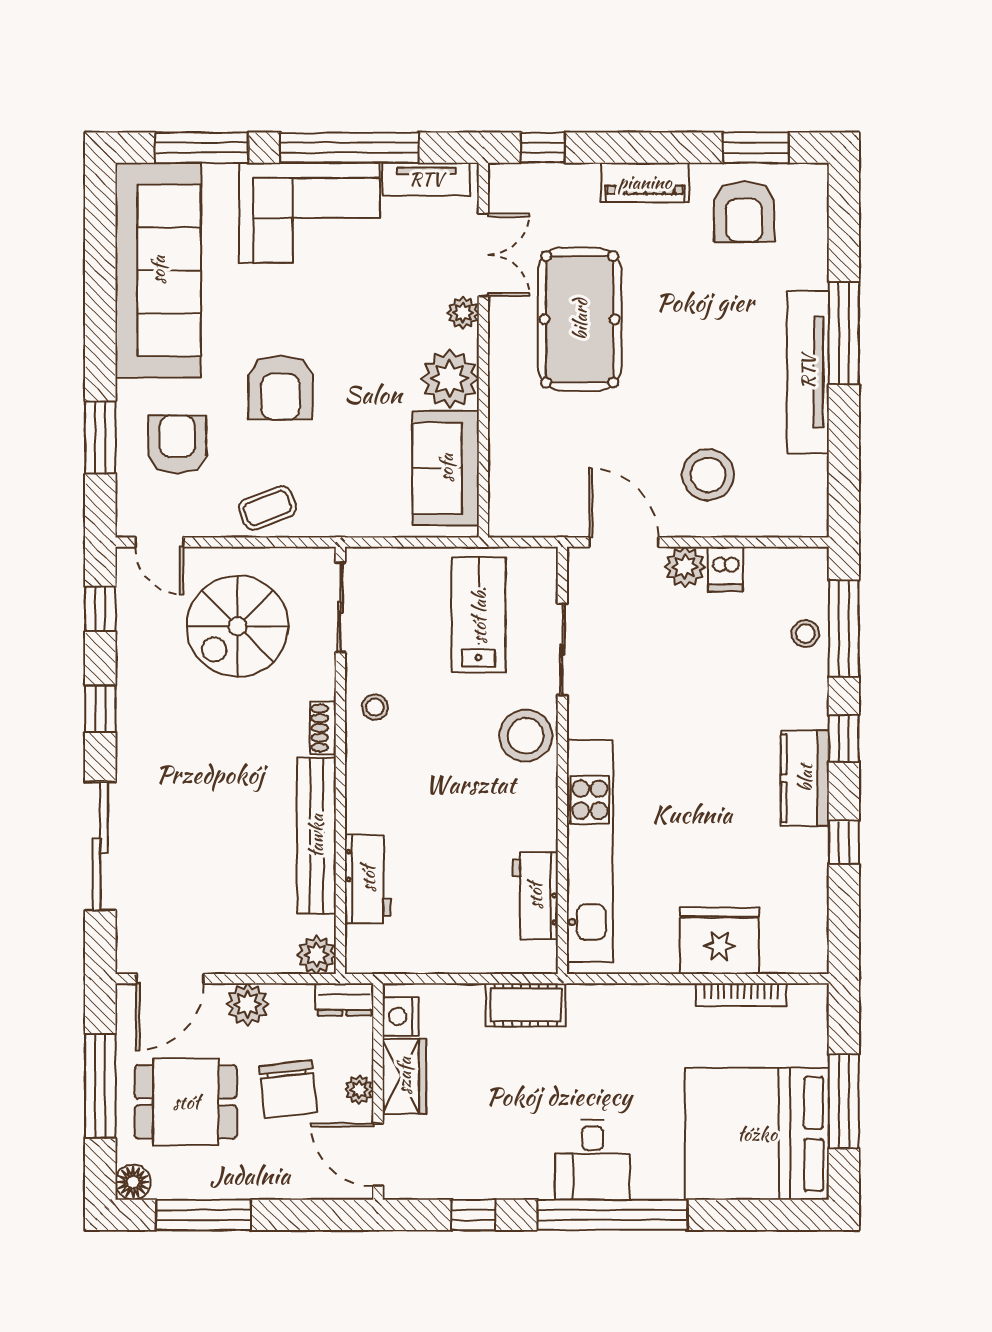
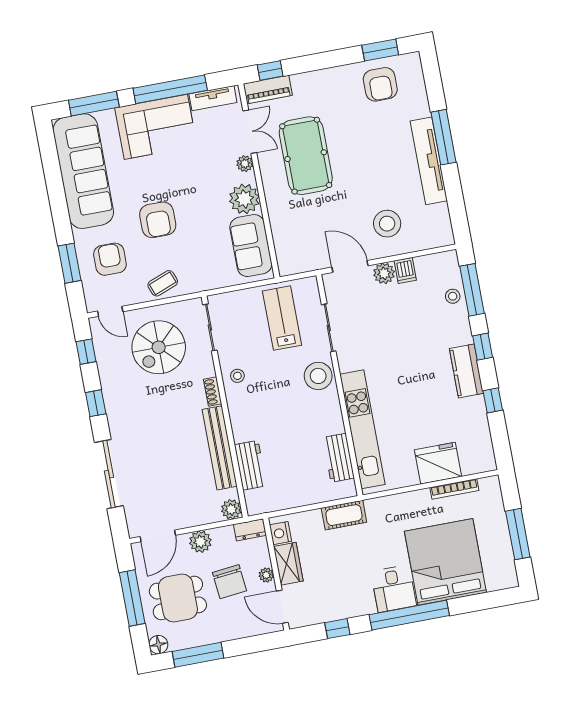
piano: (645, 182) -> (268, 90), moved
bed: (757, 1134) -> (445, 562), moved, turned 90

